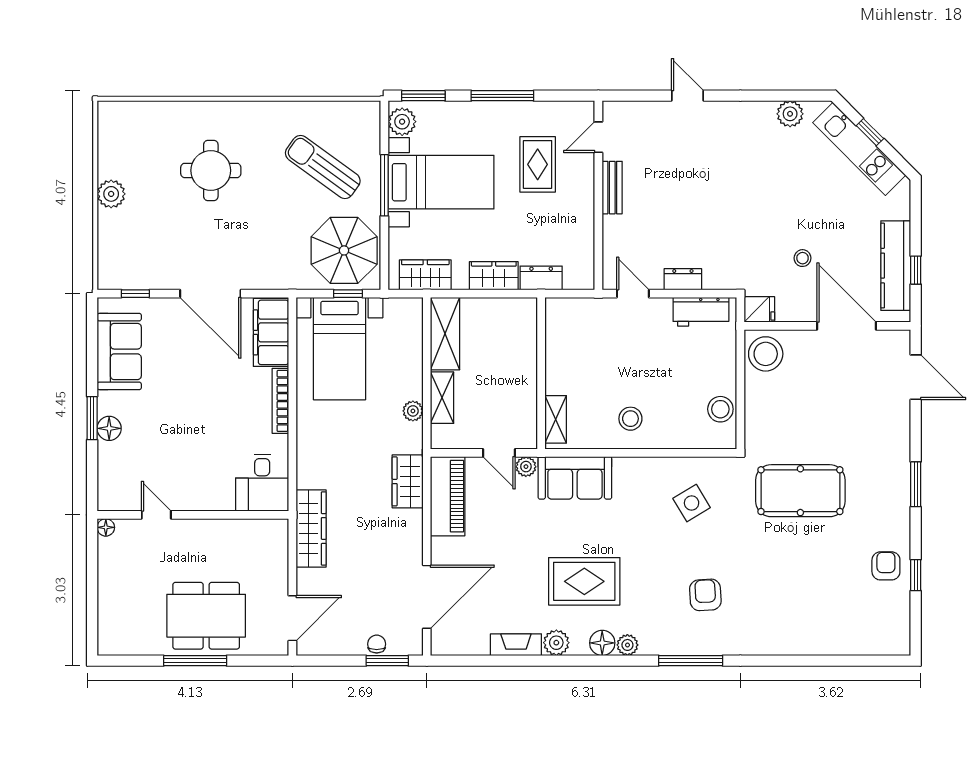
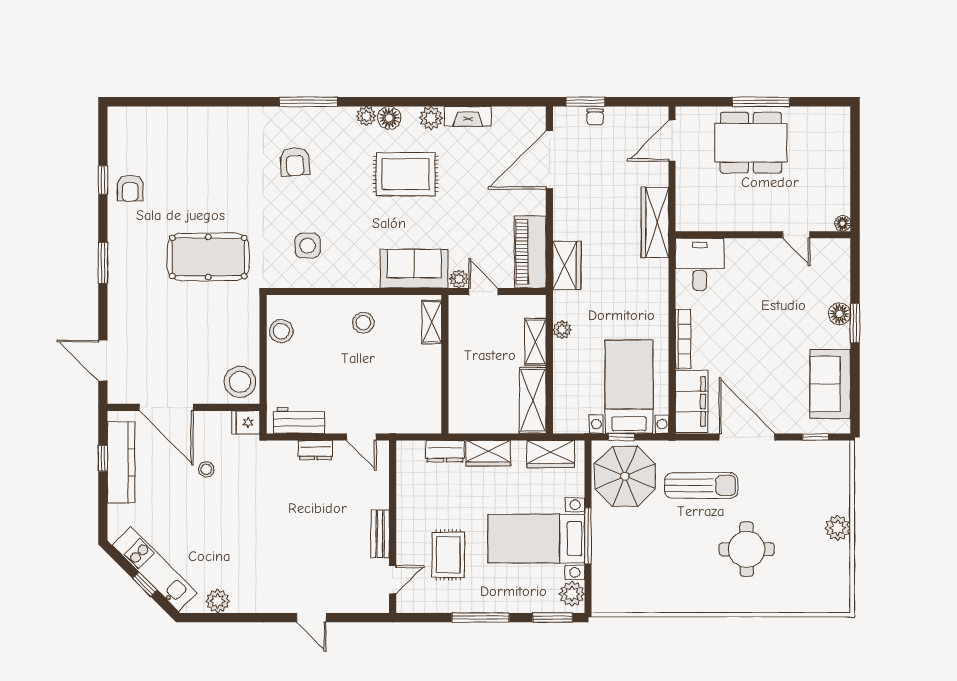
sun lounger: (323, 167) -> (701, 485), moved, turned -36
side table: (692, 503) -> (308, 246), turned 31

